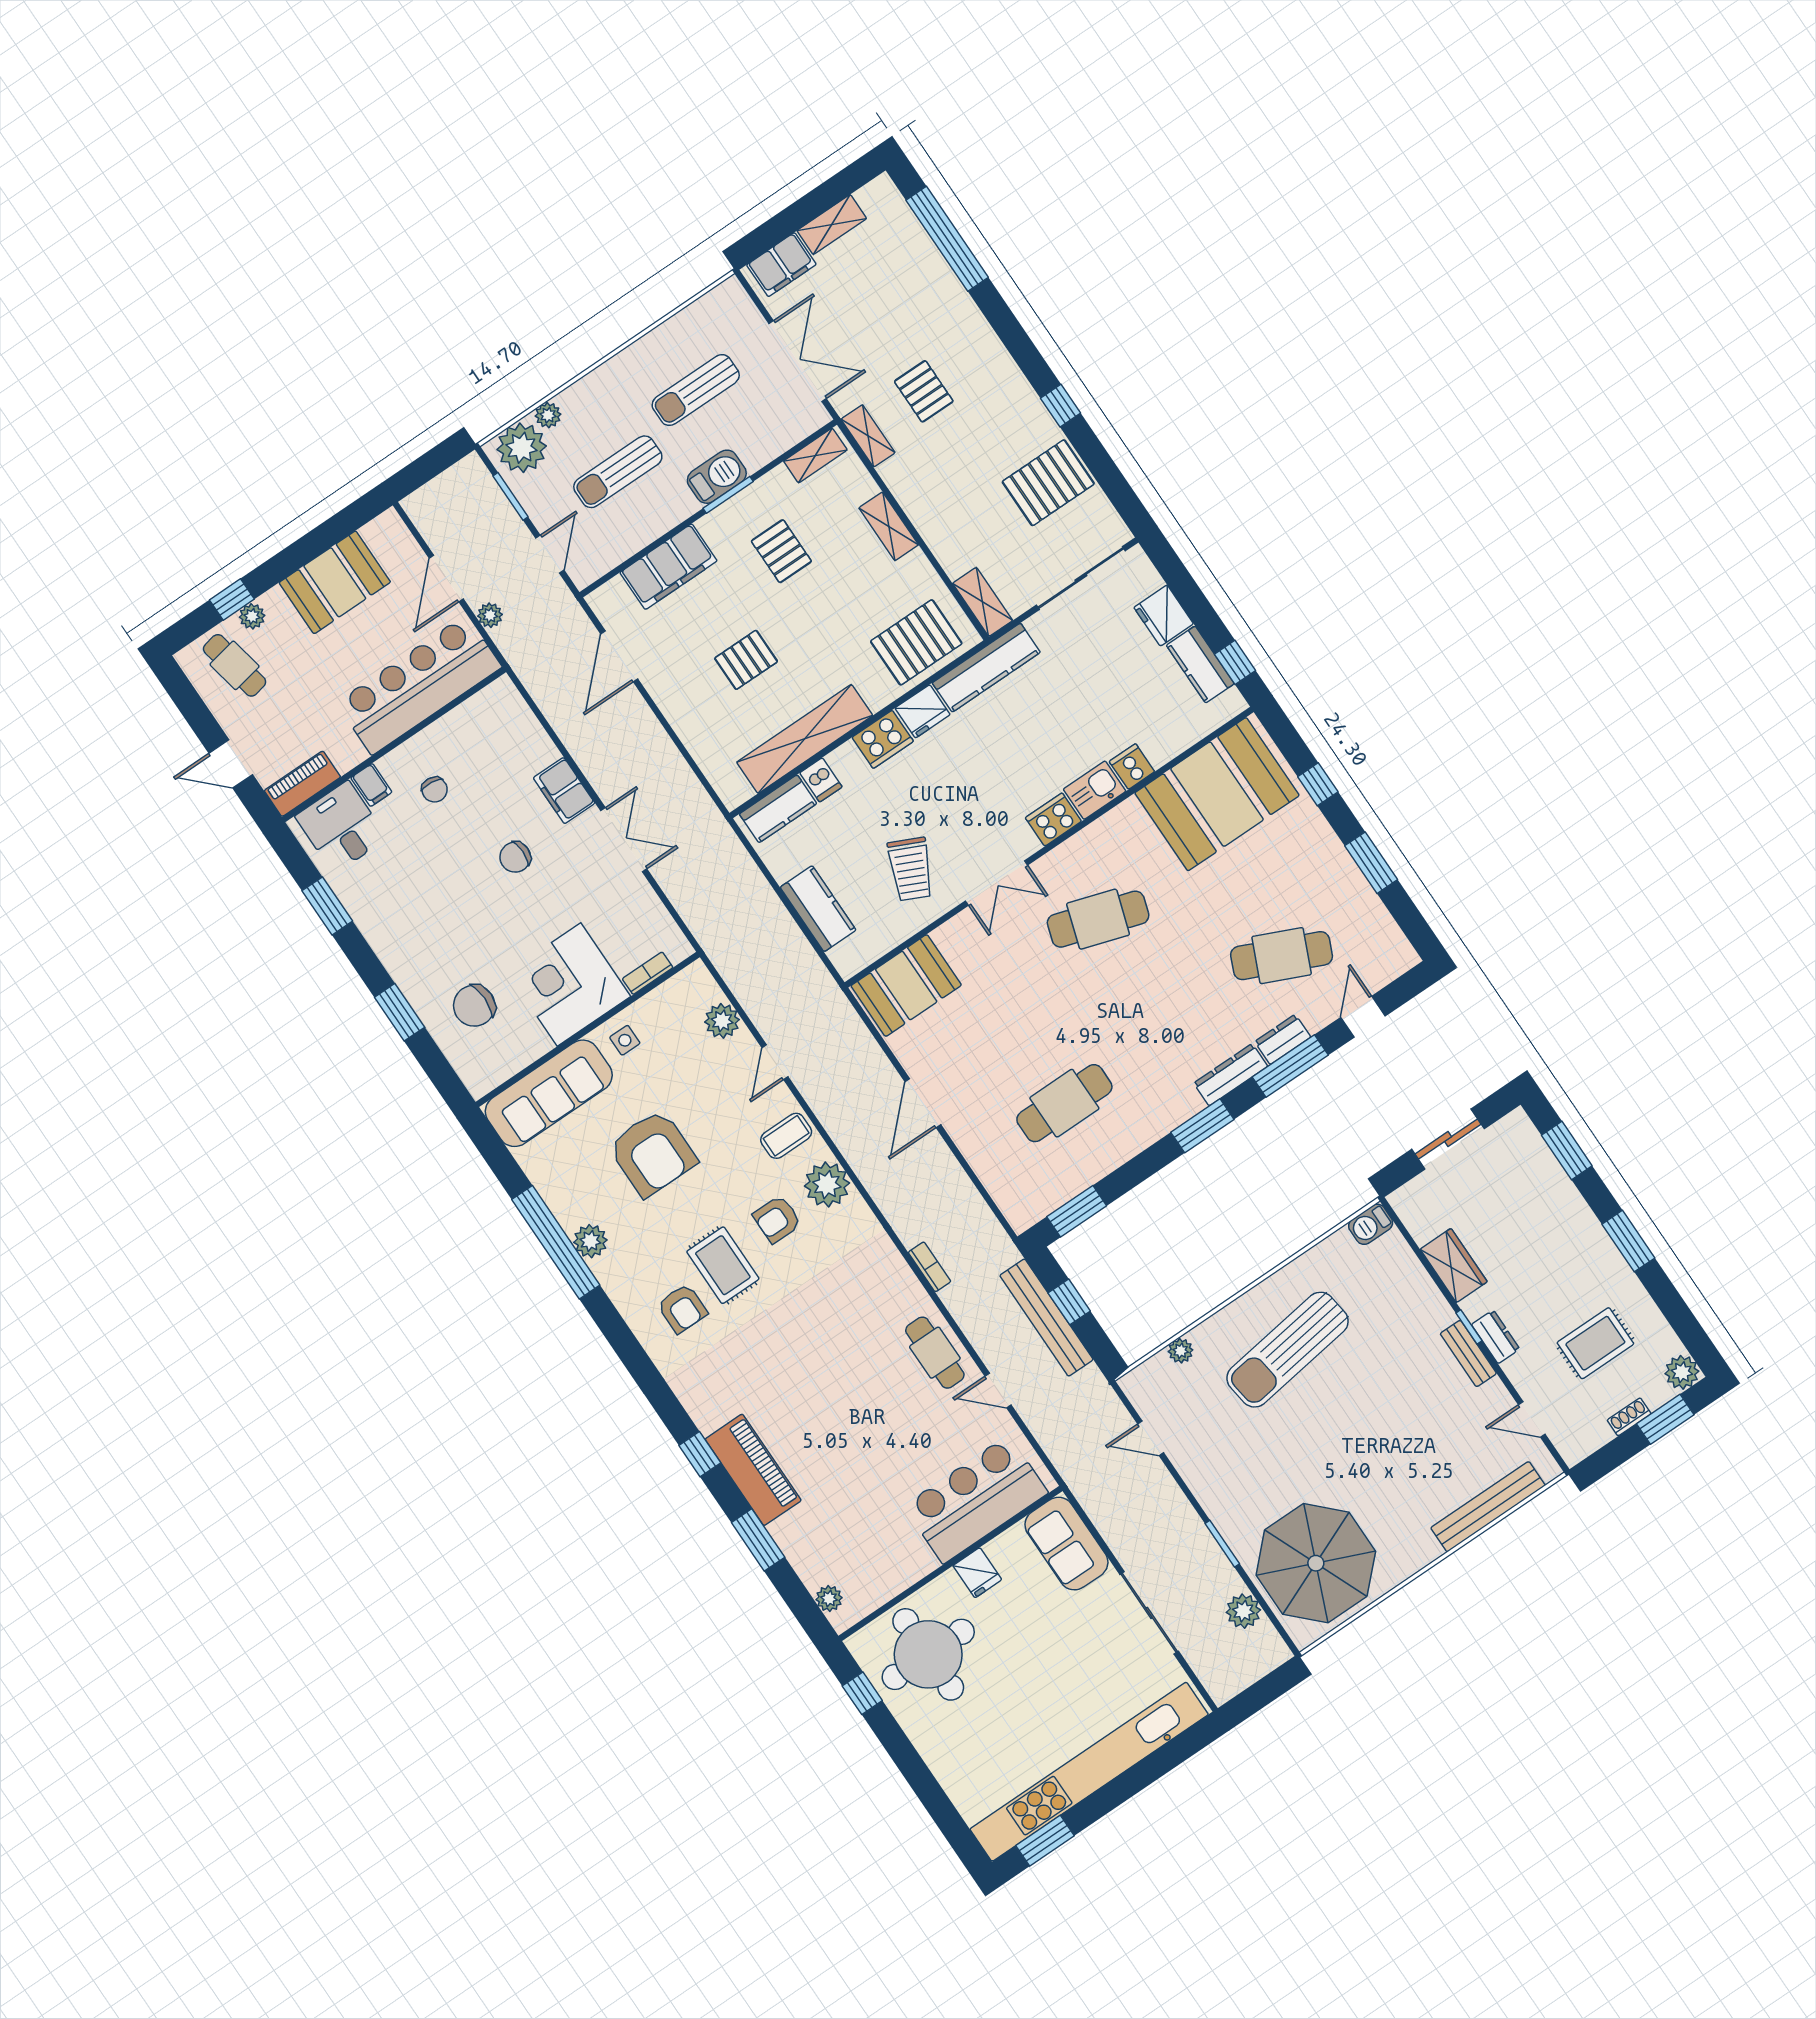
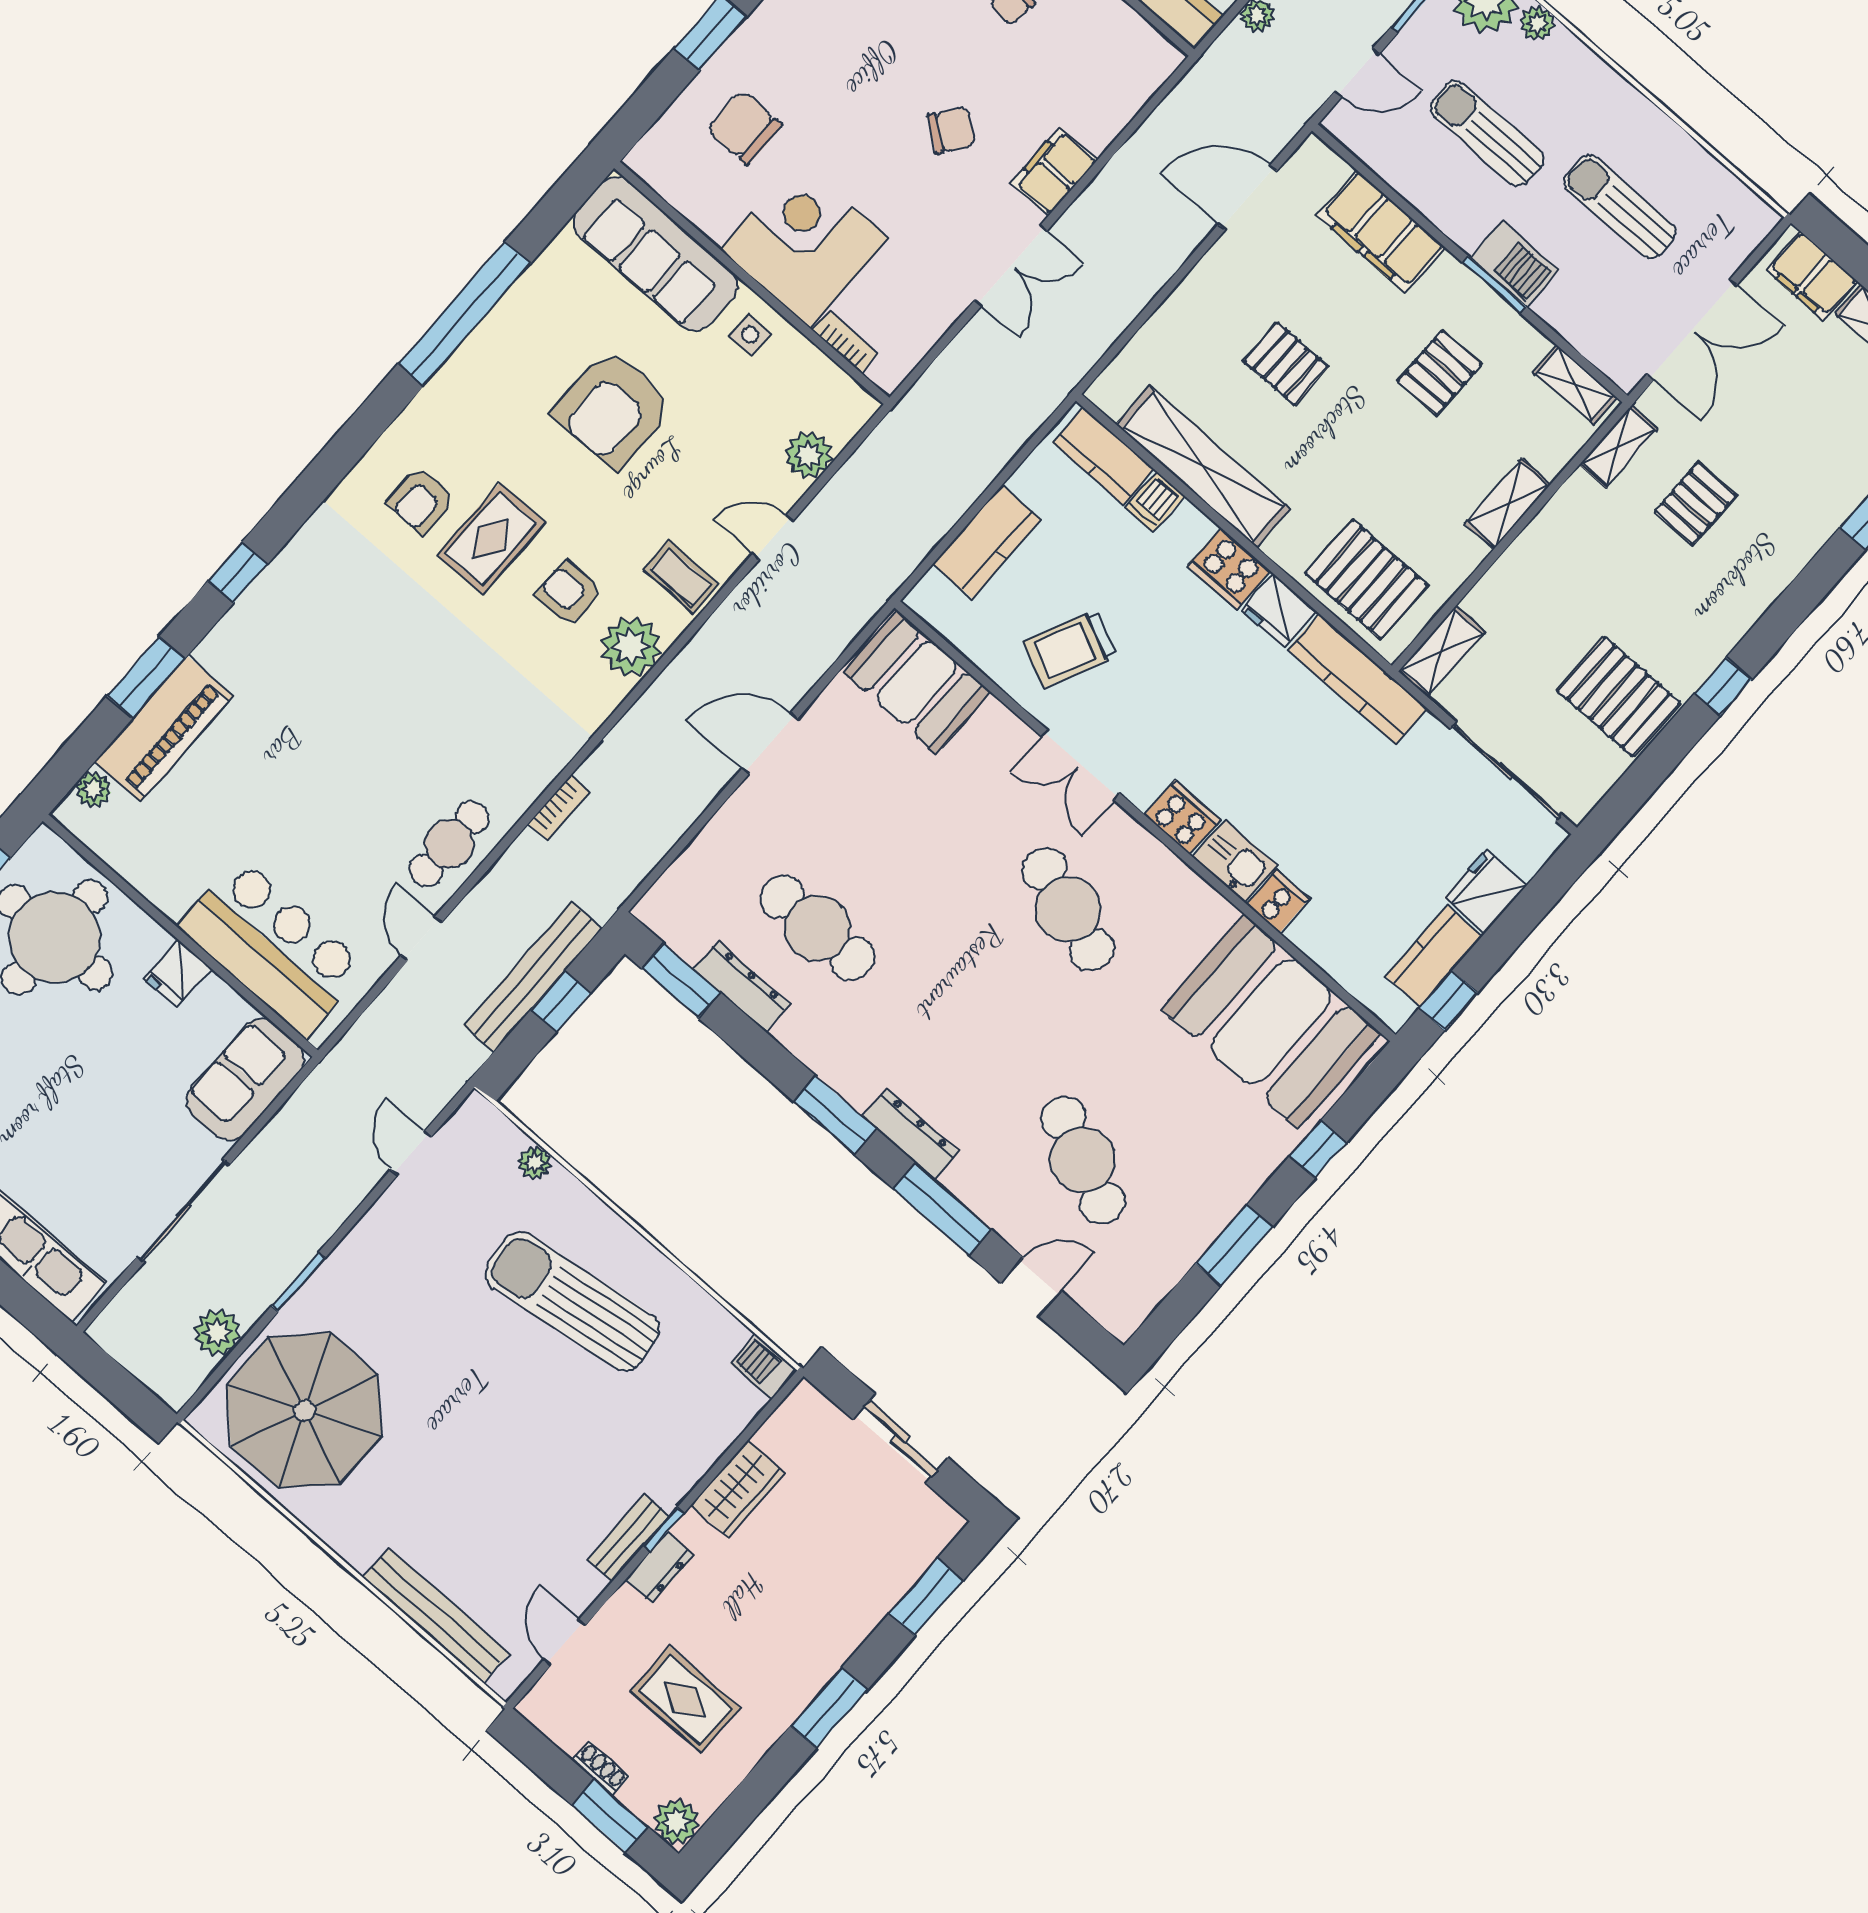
chair: (515, 857) -> (951, 130), turned 126
dresser: (1283, 1039) -> (742, 987), moved, width x1.44
plant: (590, 1241) -> (478, 358), removed
piano: (753, 1470) -> (164, 729), moved

